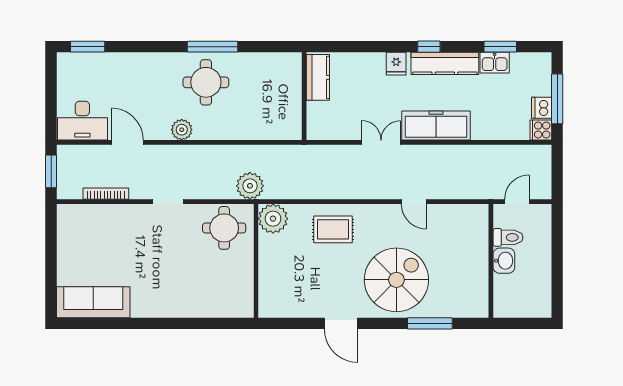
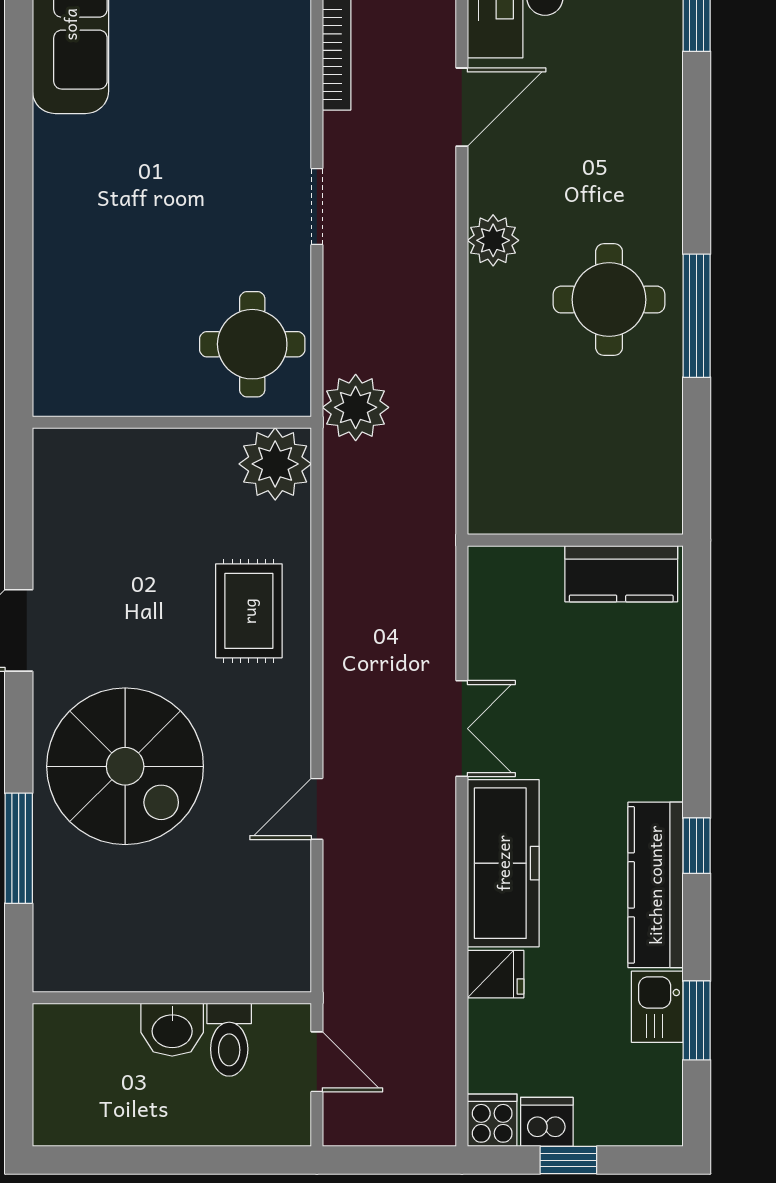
fridge: (396, 64) -> (496, 974), moved, turned 180
window: (557, 99) -> (568, 1160), width x0.46

